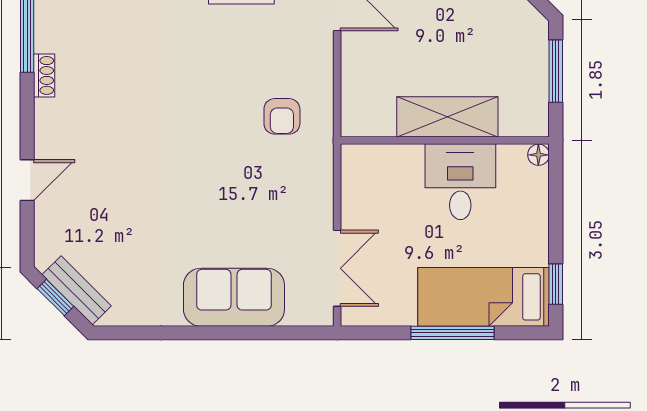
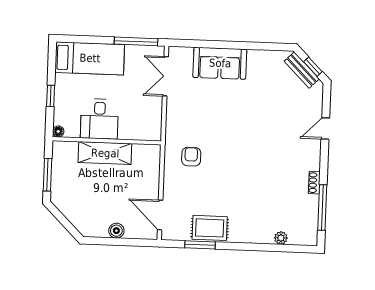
window: (556, 284) -> (51, 96), moved
window: (453, 333) -> (136, 41), moved

